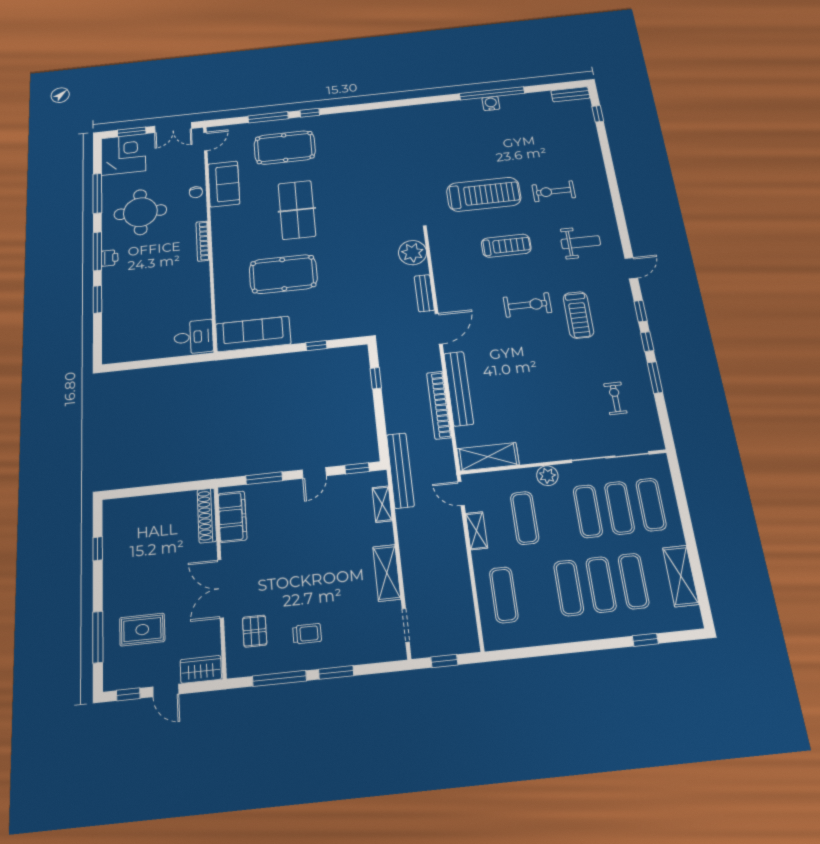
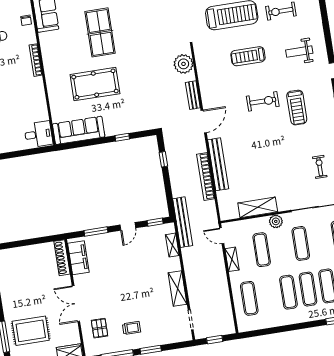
weight bench: (581, 242) -> (299, 52), turned 180
treadmill: (506, 246) -> (248, 56), turned 180
shelving: (488, 457) -> (258, 207), moved
exercise mat: (619, 508) -> (320, 240), removed
rug: (142, 630) -> (31, 331), width x1.36, depth x1.43

